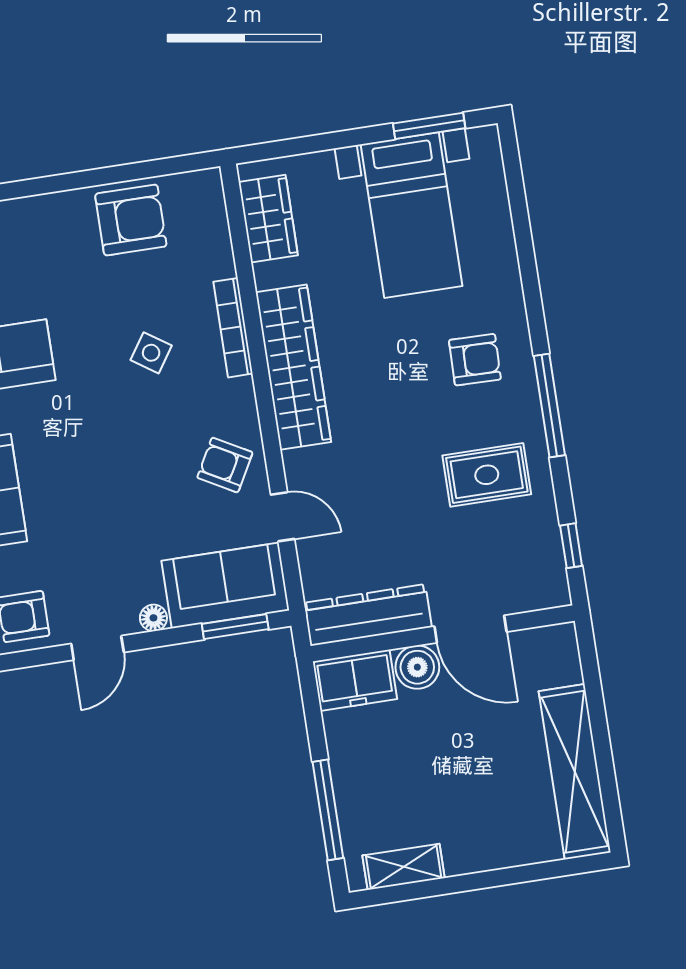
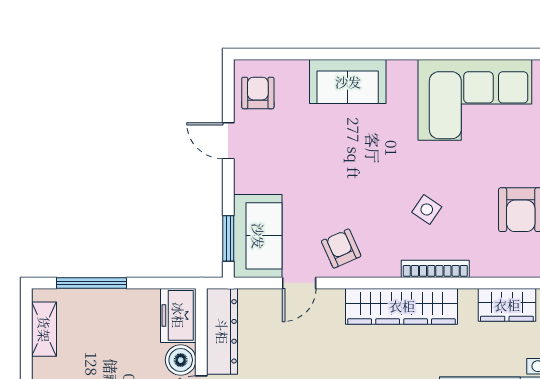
armchair: (225, 465) -> (341, 249), turned -53
floor lamp: (153, 618) -> (243, 183), removed

